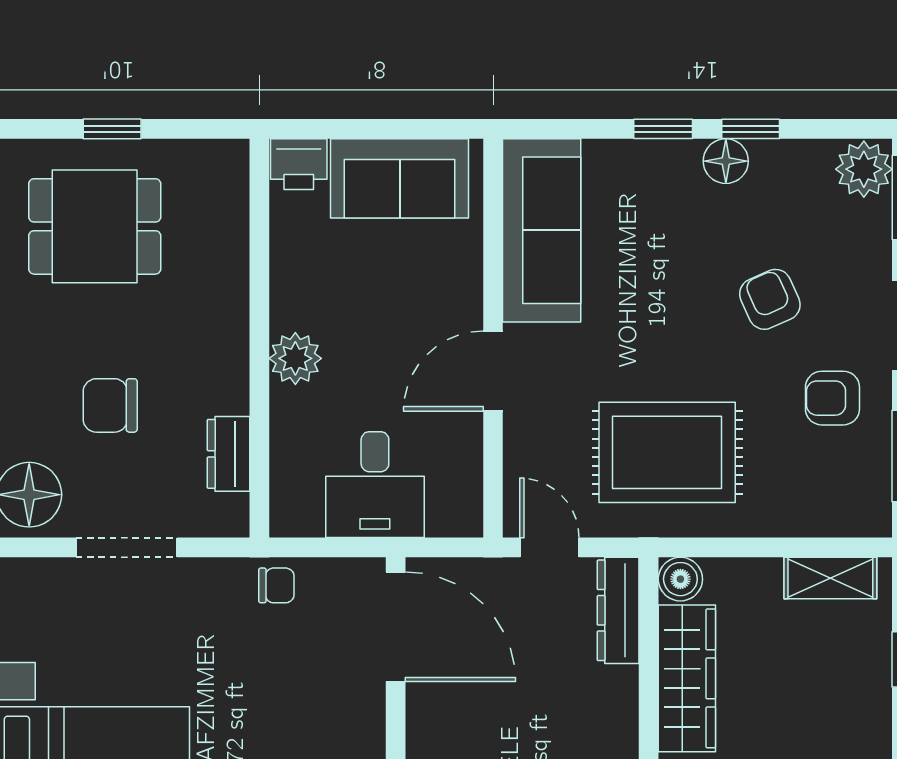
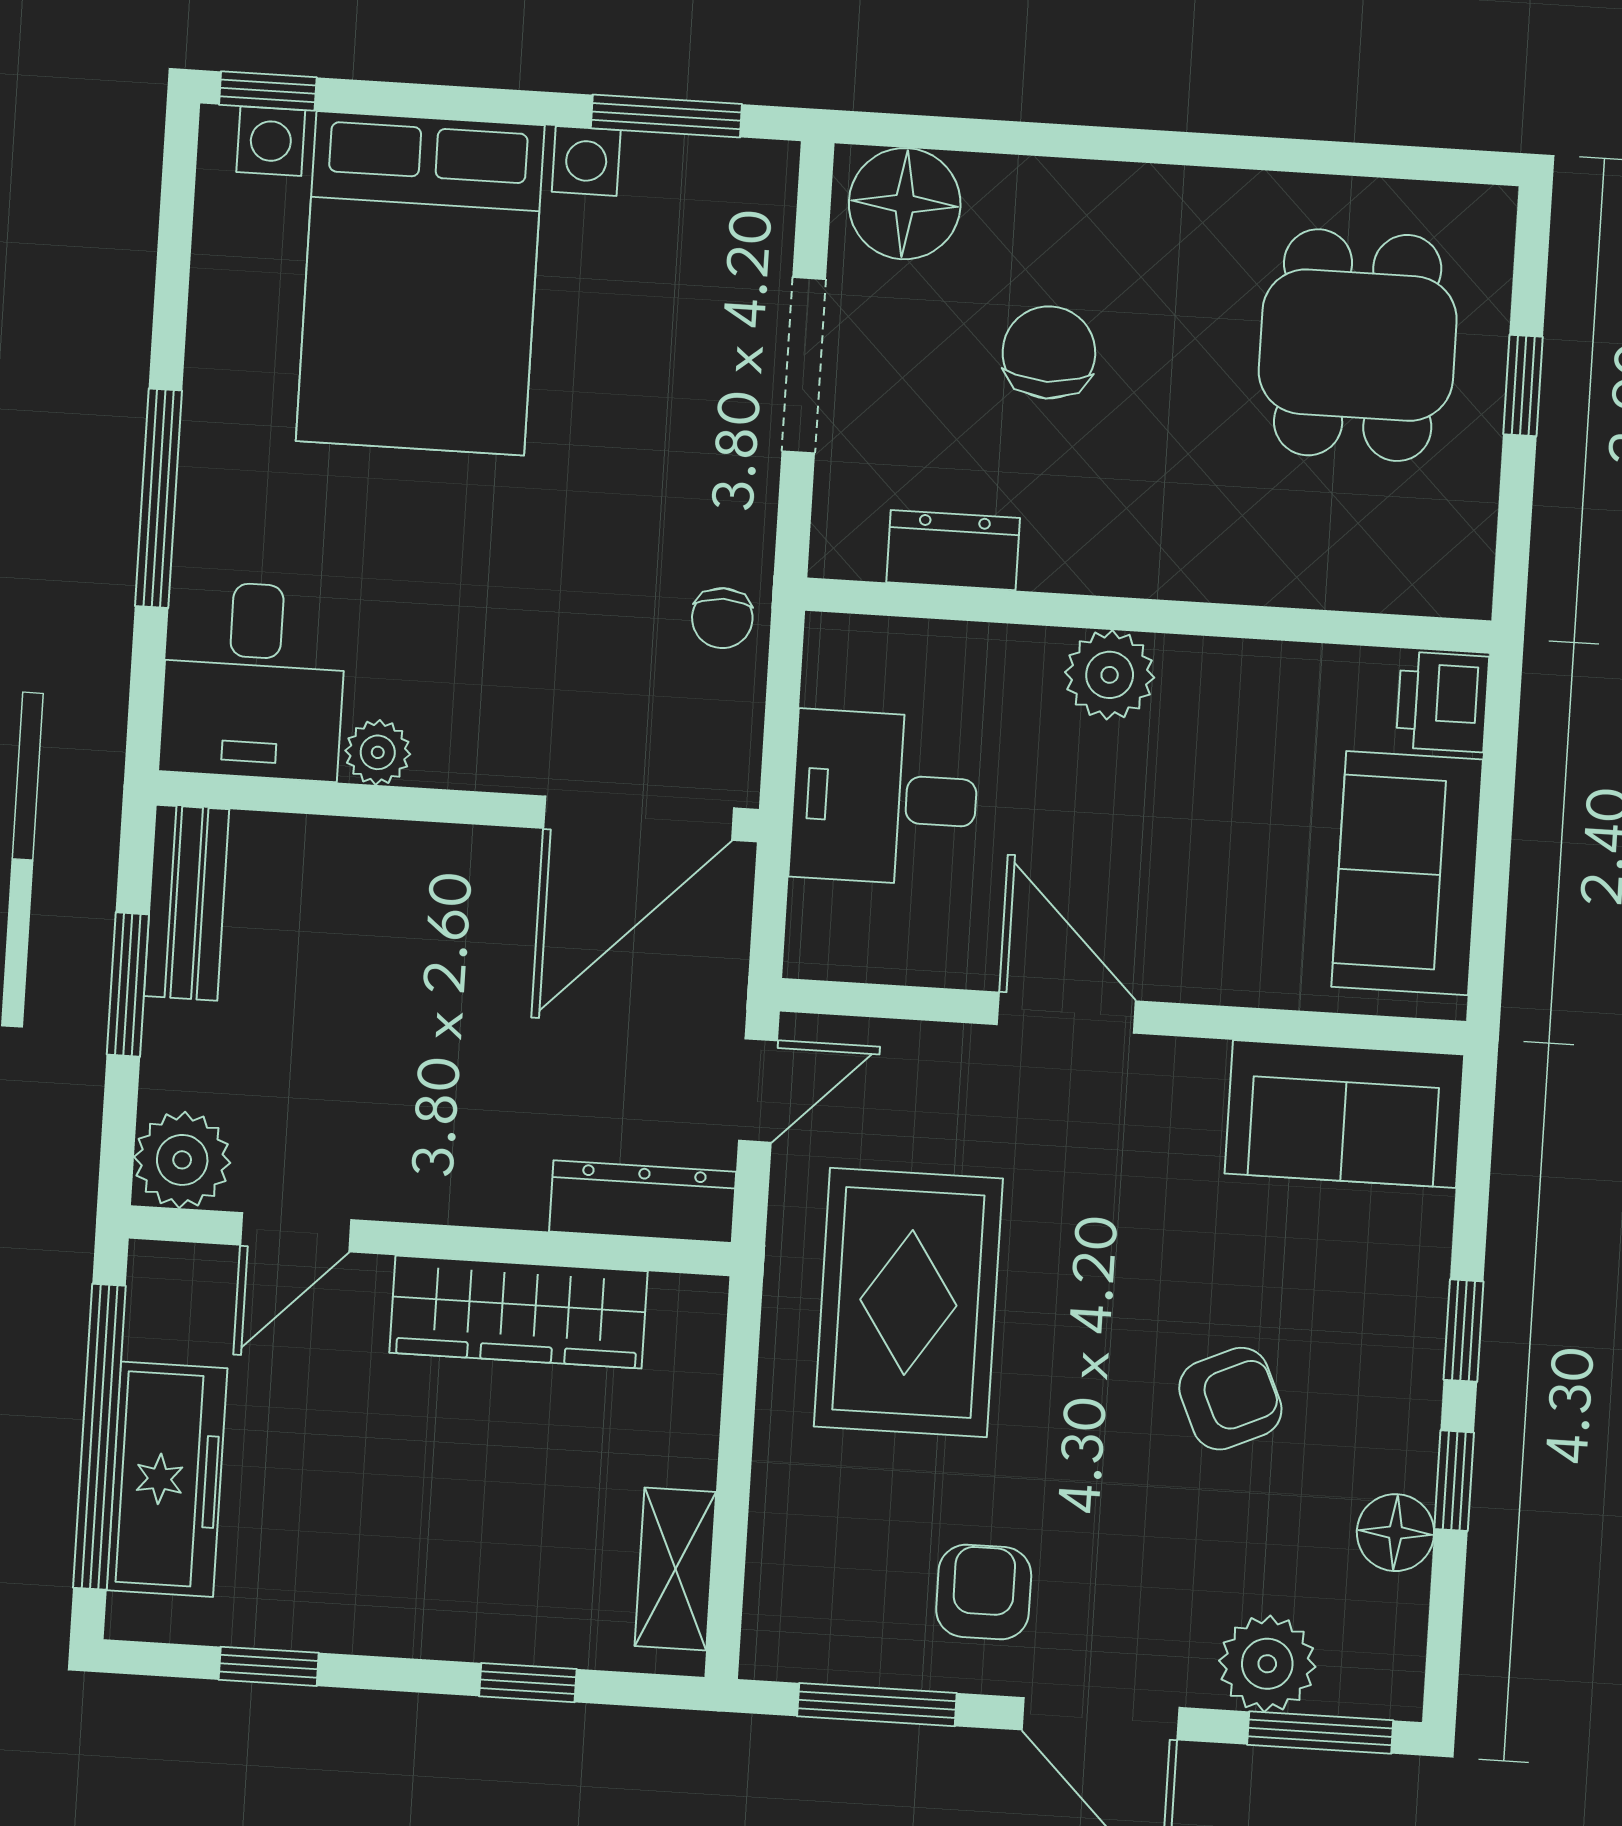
floor lamp: (726, 161) -> (1395, 1533), moved
plant: (864, 169) -> (1267, 1664), moved
sofa: (542, 230) -> (1344, 1114), width x0.73
armchair: (770, 299) -> (1230, 1399), moved
boiler: (680, 579) -> (690, 1312), removed

